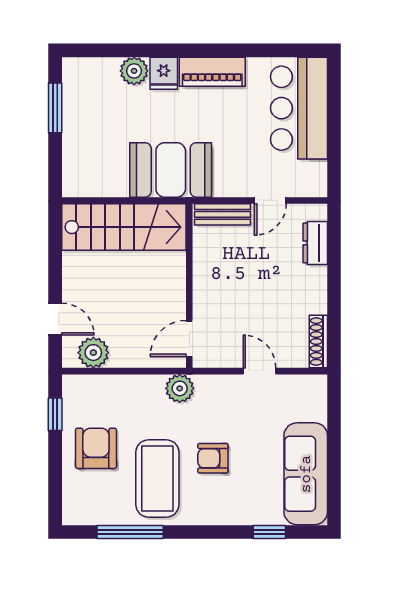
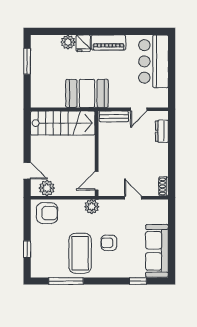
shoe rack: (318, 341) -> (164, 186), width x0.70
window: (55, 414) -> (27, 249), moved
armchair: (96, 448) -> (47, 213), moved, turned 90

